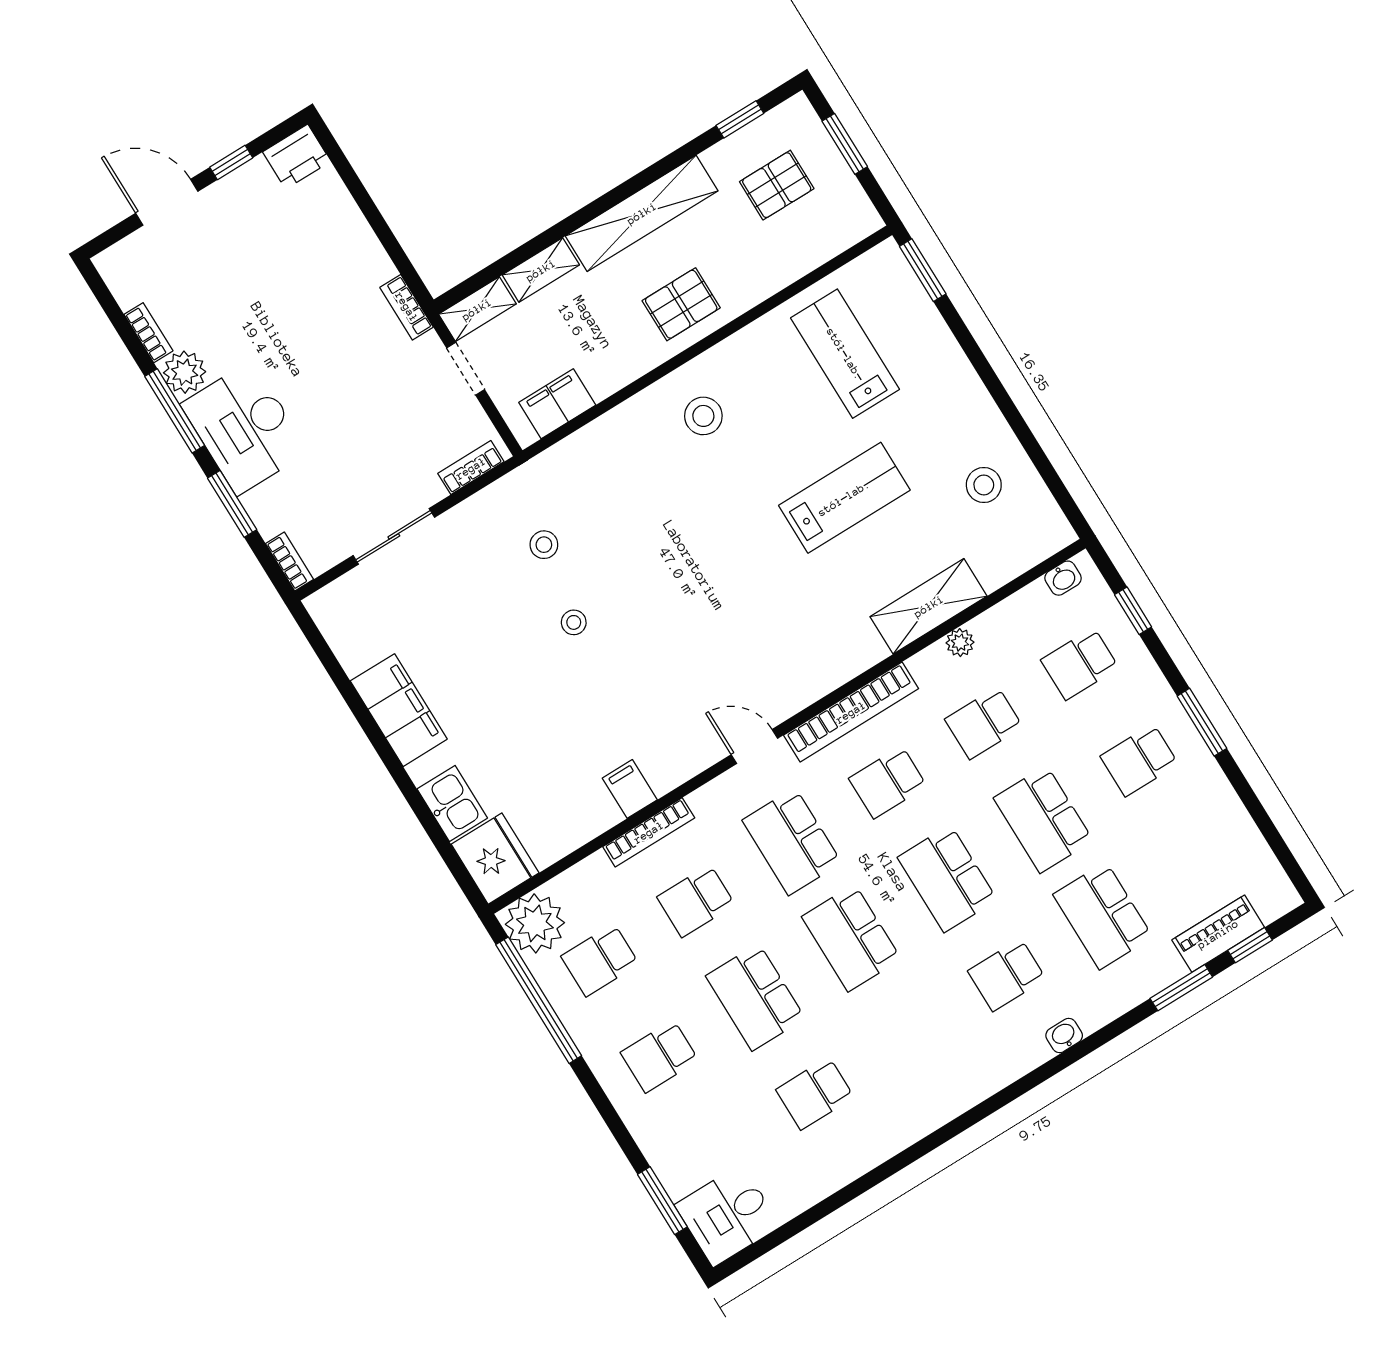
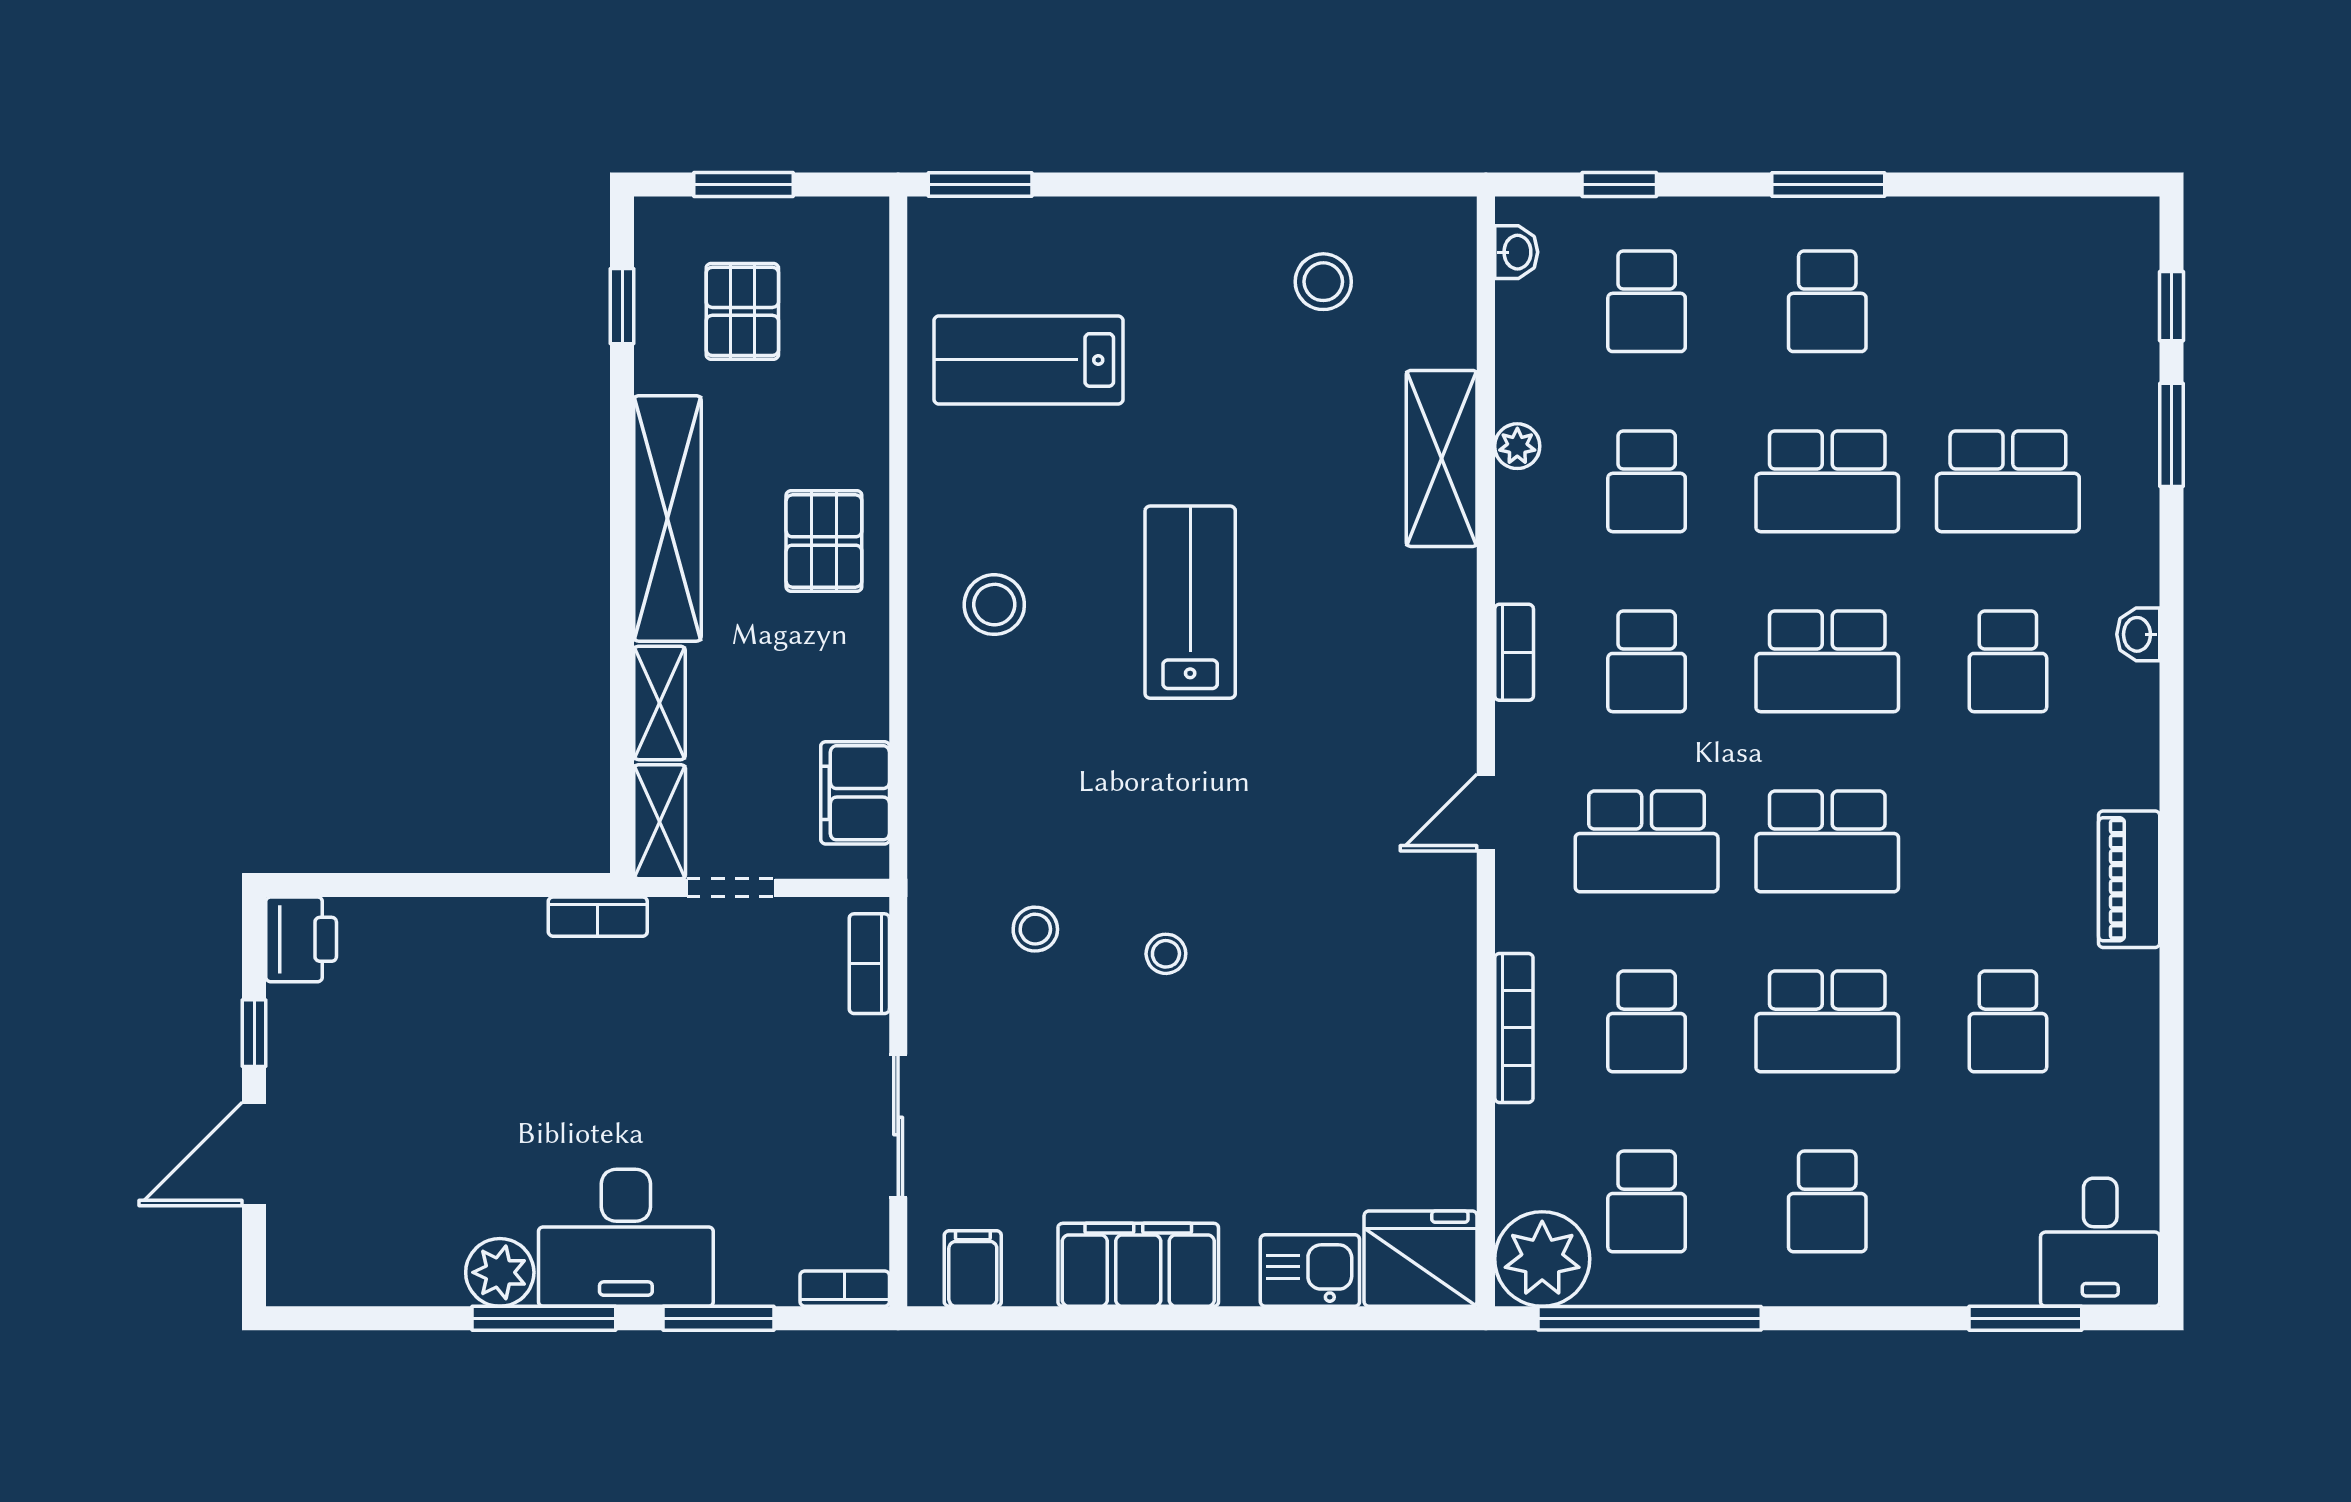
bookcase: (148, 333) -> (416, 1288), removed
lab bench: (844, 498) -> (1190, 602), moved
bookcase: (851, 712) -> (1514, 652), width x0.43, depth x0.76
filing cabinet: (630, 789) -> (973, 1269), moved, turned 90
piano: (1218, 934) -> (2129, 879), moved

